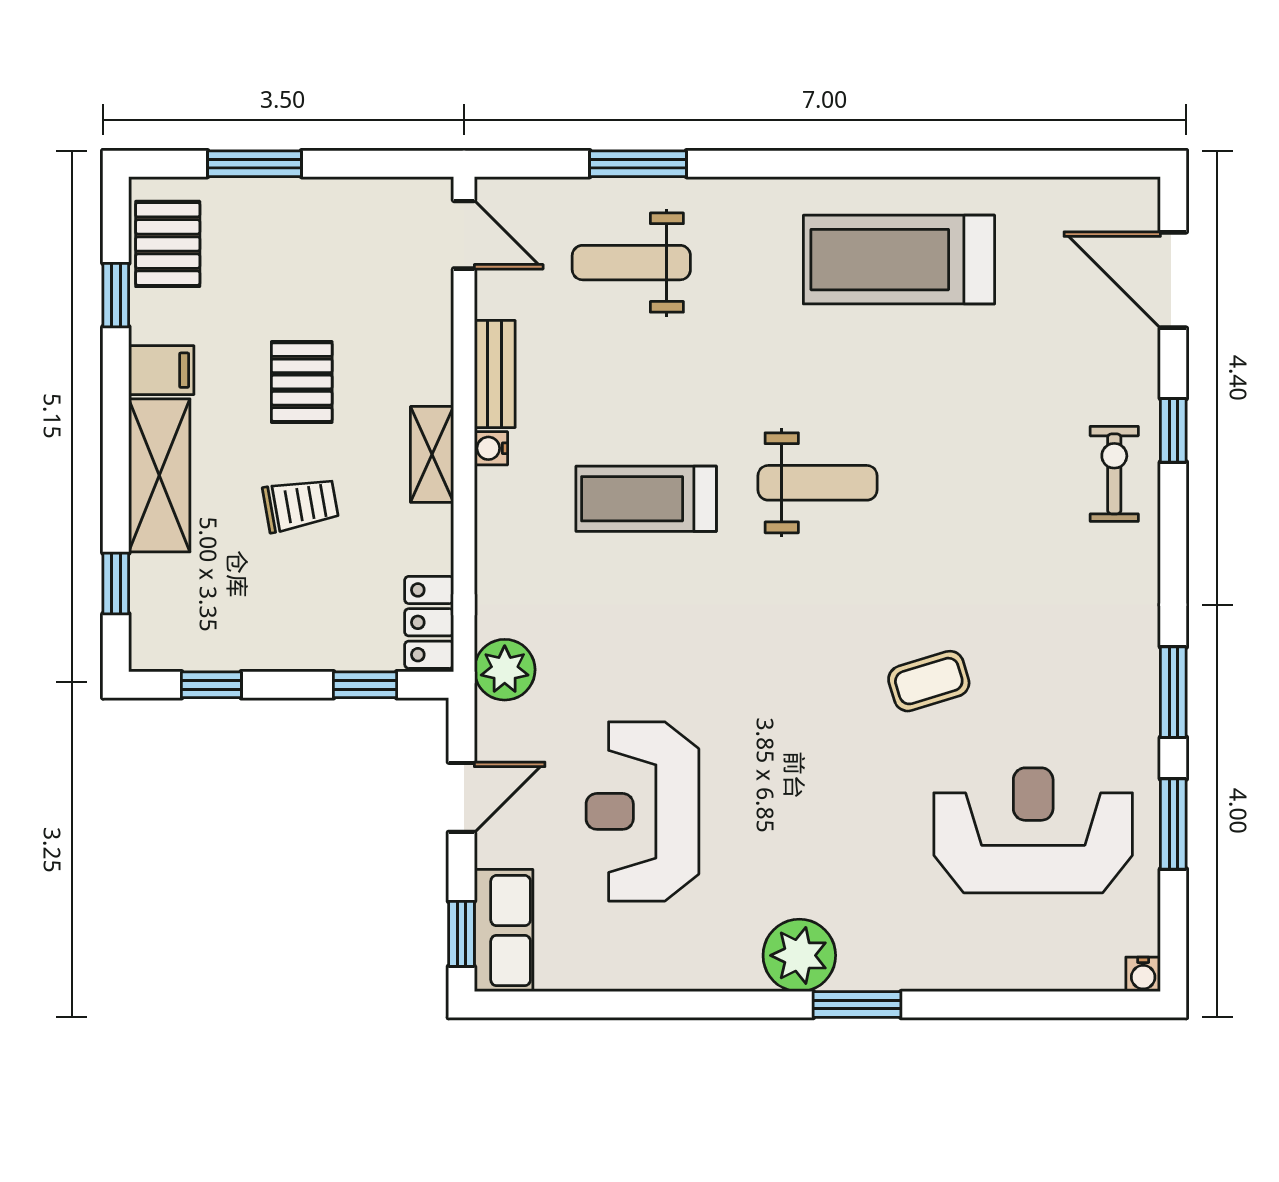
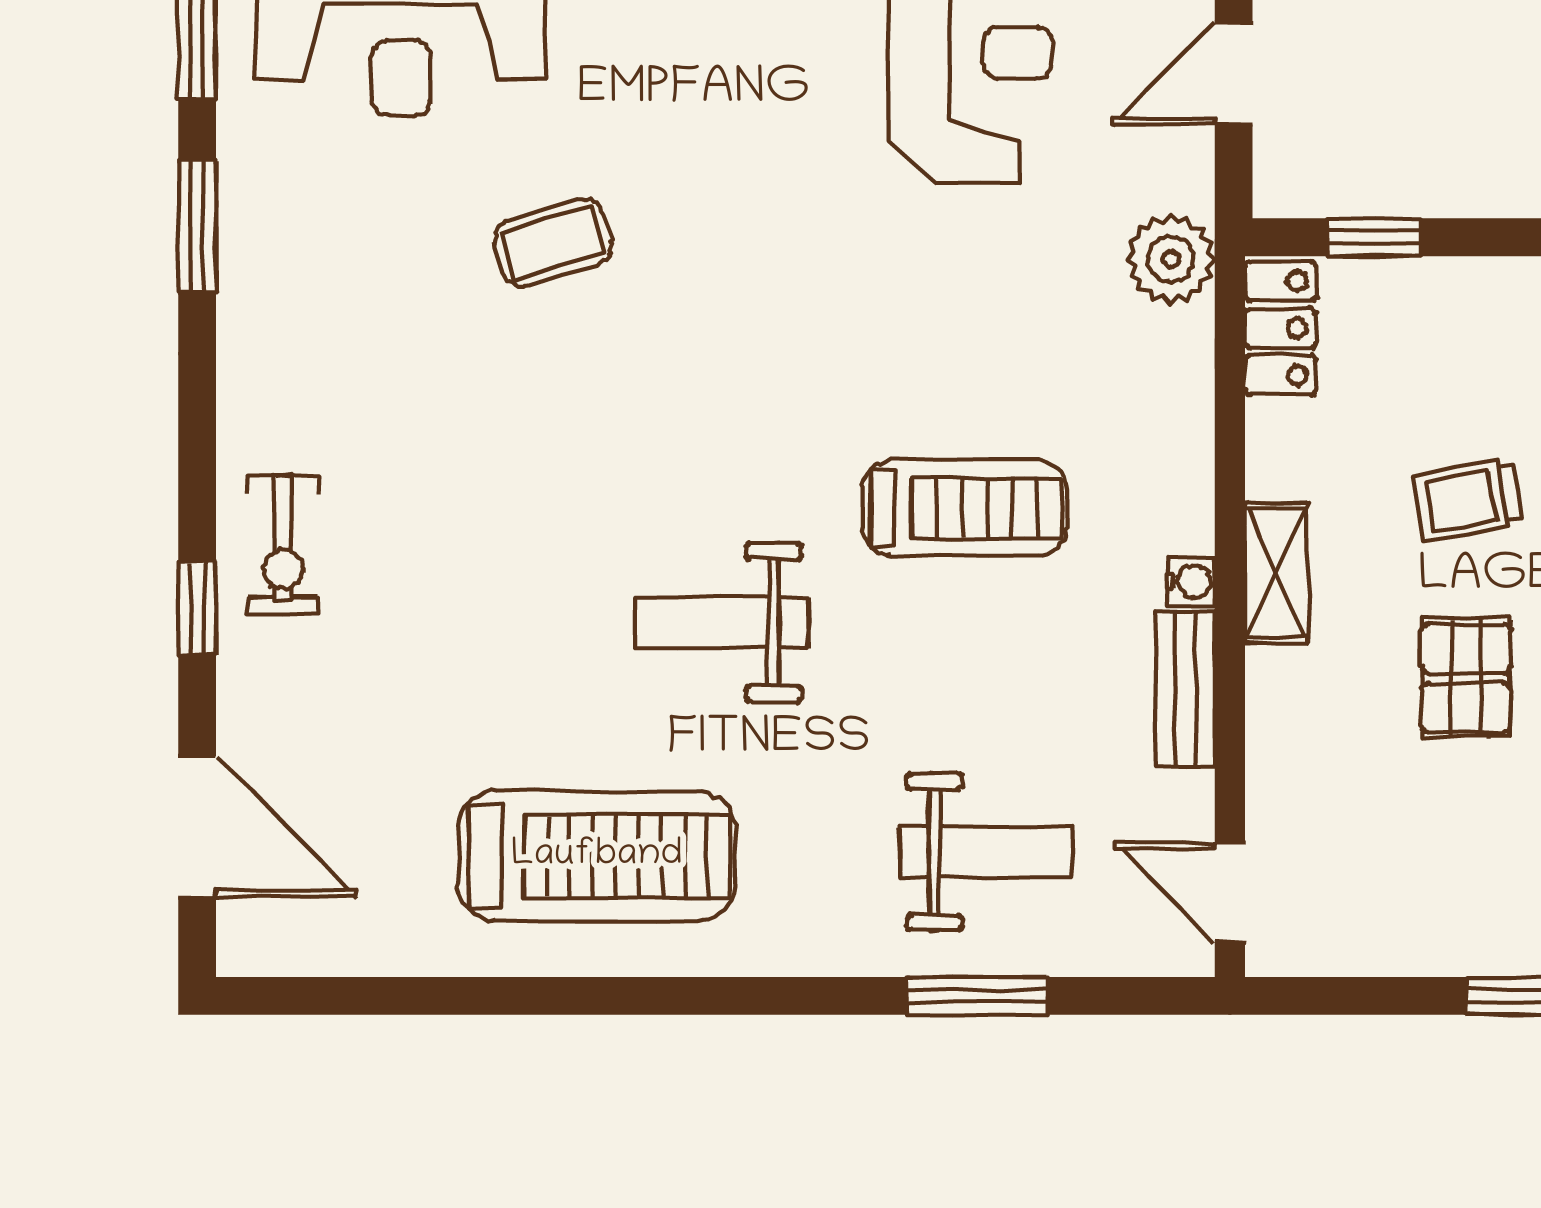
weight bench: (818, 483) -> (722, 623), moved

